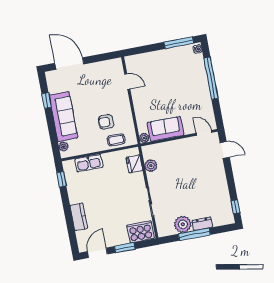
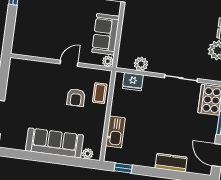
door: (127, 81) -> (69, 63), moved
window: (46, 101) -> (30, 156), removed

